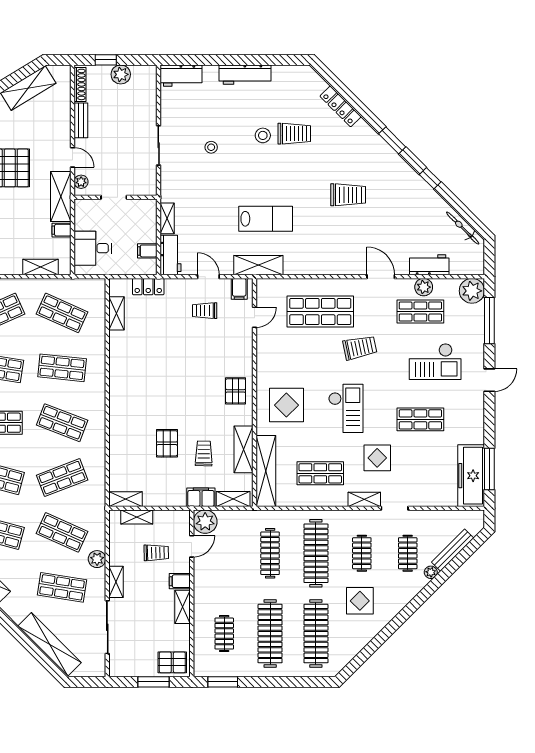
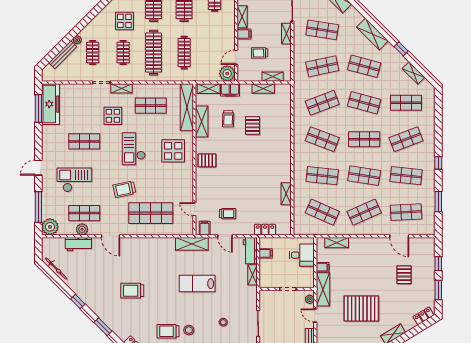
lab bench: (266, 219) -> (197, 284), moved
shelving: (117, 313) -> (286, 194), moved
door: (255, 317) -> (194, 209), hinge flipped
pallet: (236, 391) -> (207, 160), turned 90
shelving: (126, 499) -> (263, 89), moved
shop shelf: (62, 532) -> (322, 66), turned -36
plant: (97, 559) -> (299, 49), removed

